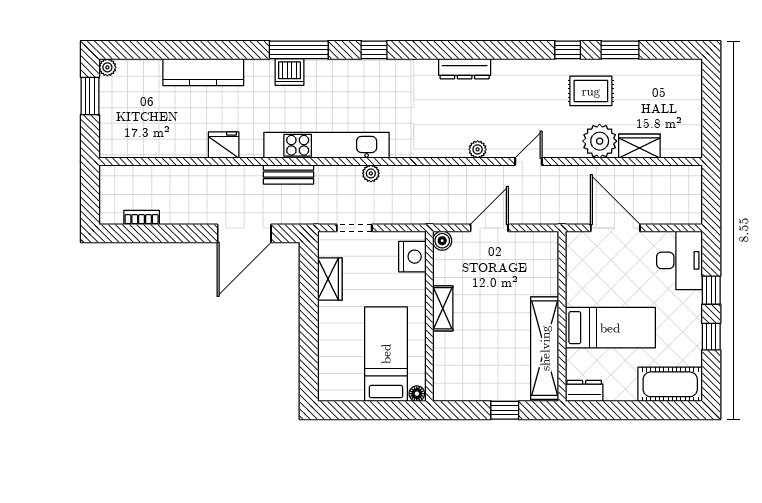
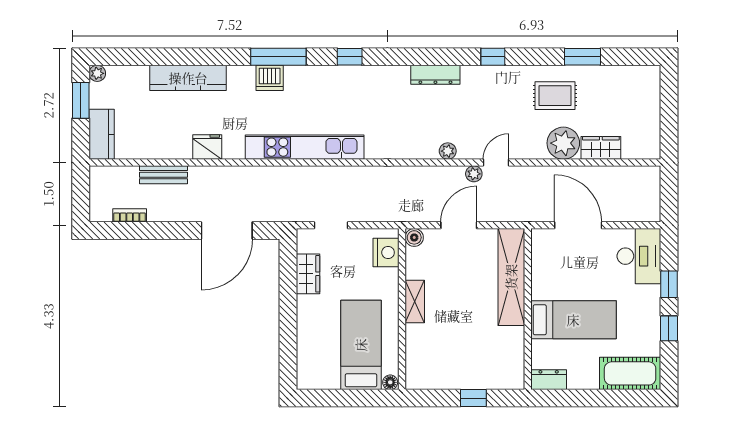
window: (568, 50) -> (493, 57), moved
kitchen counter: (112, 132) -> (102, 134), added
plant: (371, 173) -> (474, 174), moved
bench: (289, 174) -> (163, 175), moved
shelving: (545, 348) -> (511, 277), moved

